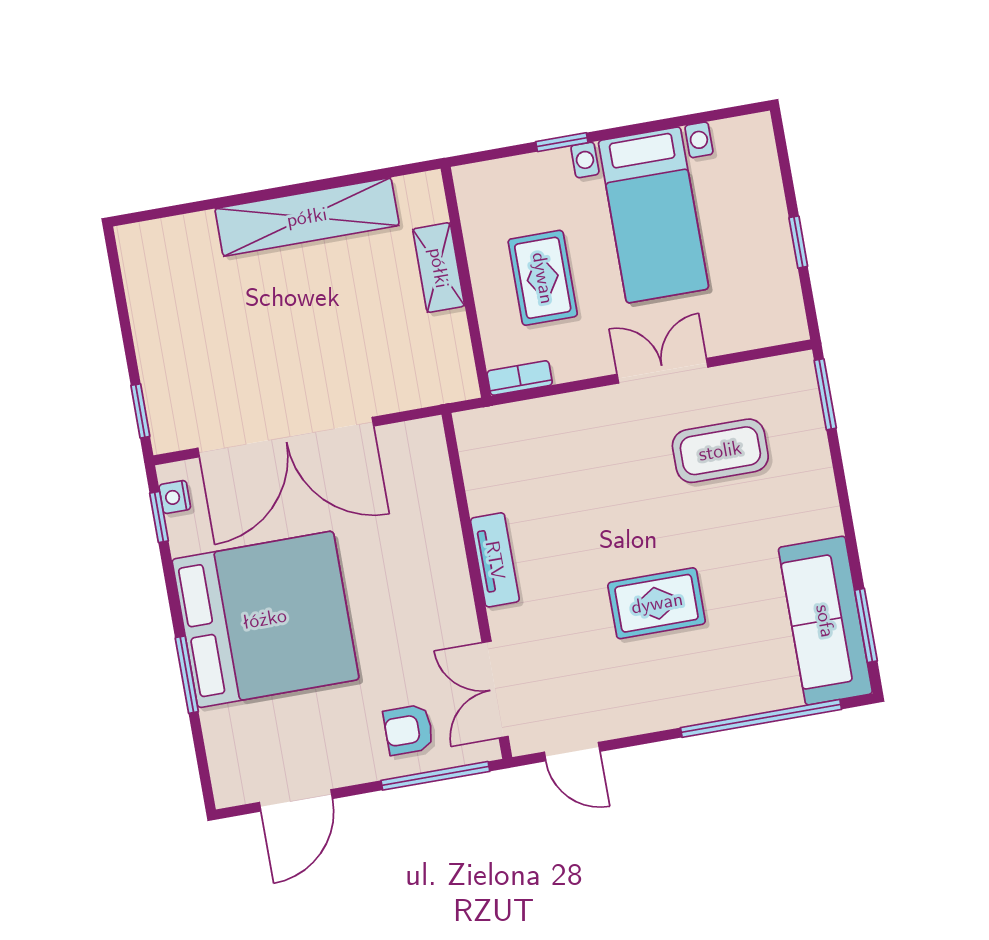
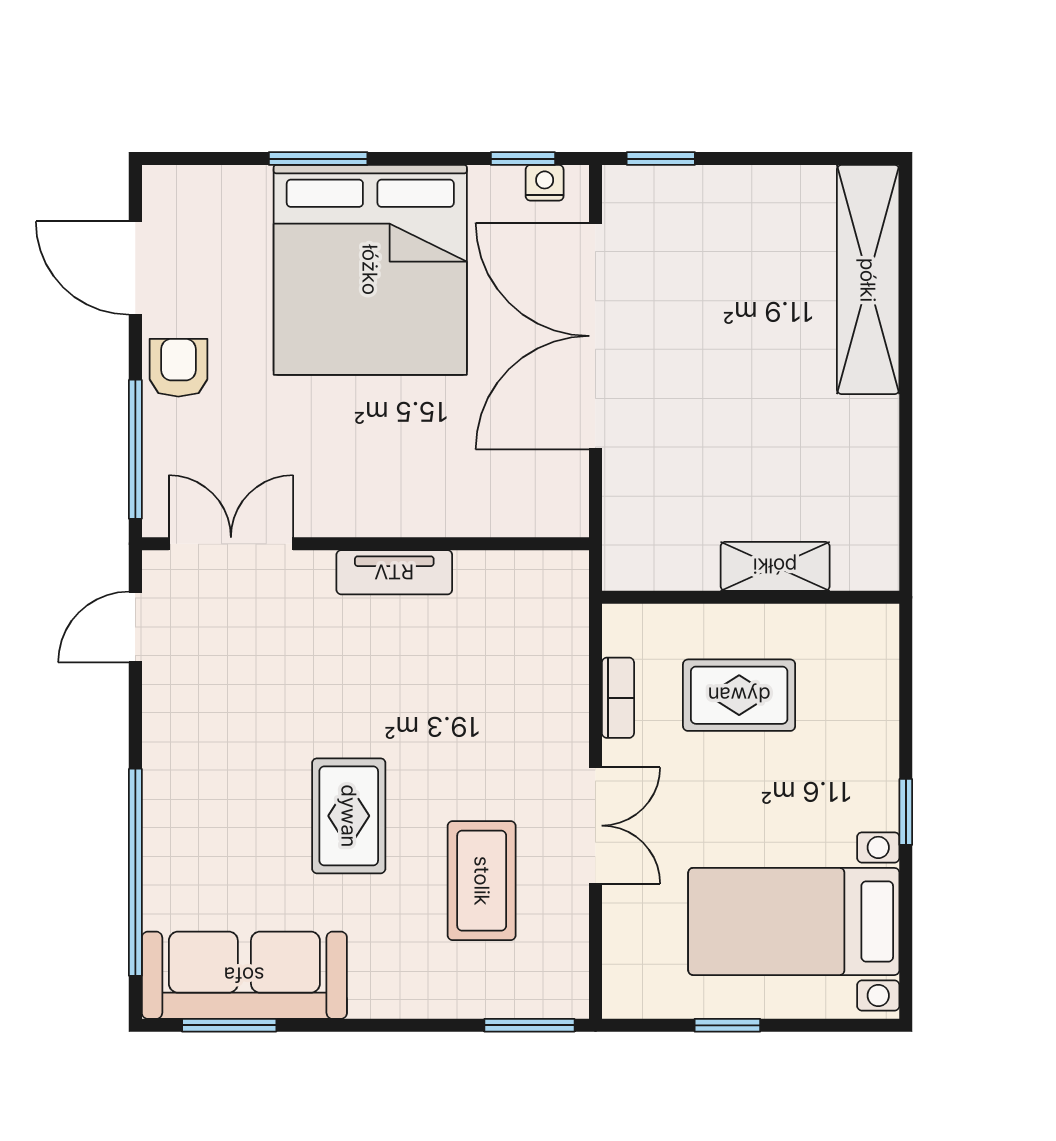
window: (562, 142) -> (906, 812), moved
bed with nightstands: (653, 215) -> (794, 921), moved
shelving: (307, 217) -> (868, 280), moved
bookcase: (520, 378) -> (618, 698), moved
rug: (657, 603) -> (349, 816), moved
armchair: (408, 730) -> (178, 368), moved

